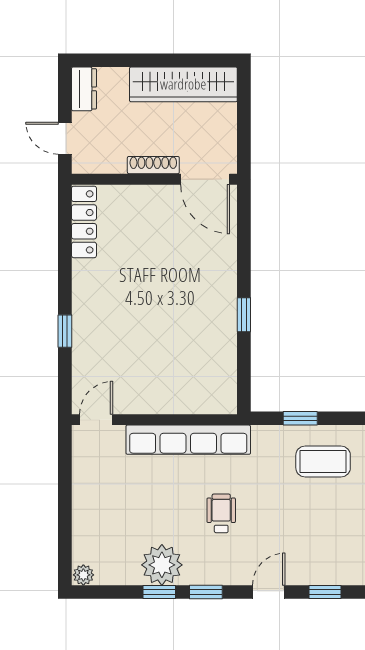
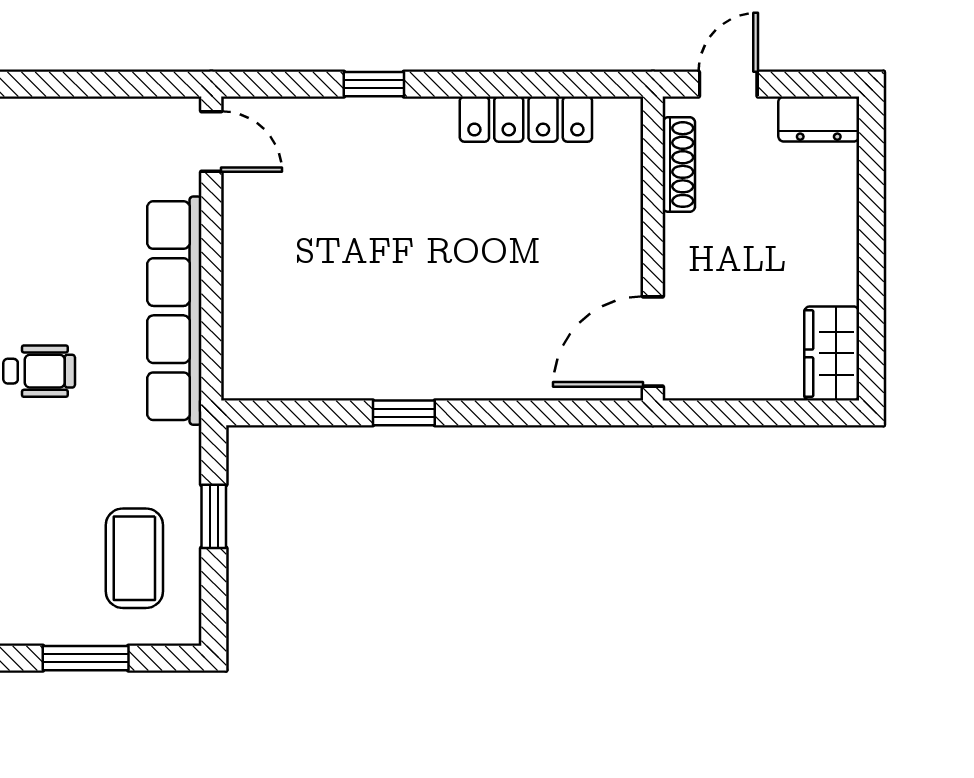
wardrobe: (183, 84) -> (832, 353), width x0.48, depth x0.85
shoe rack: (153, 165) -> (679, 165), moved
locker: (84, 222) -> (526, 119), moved

